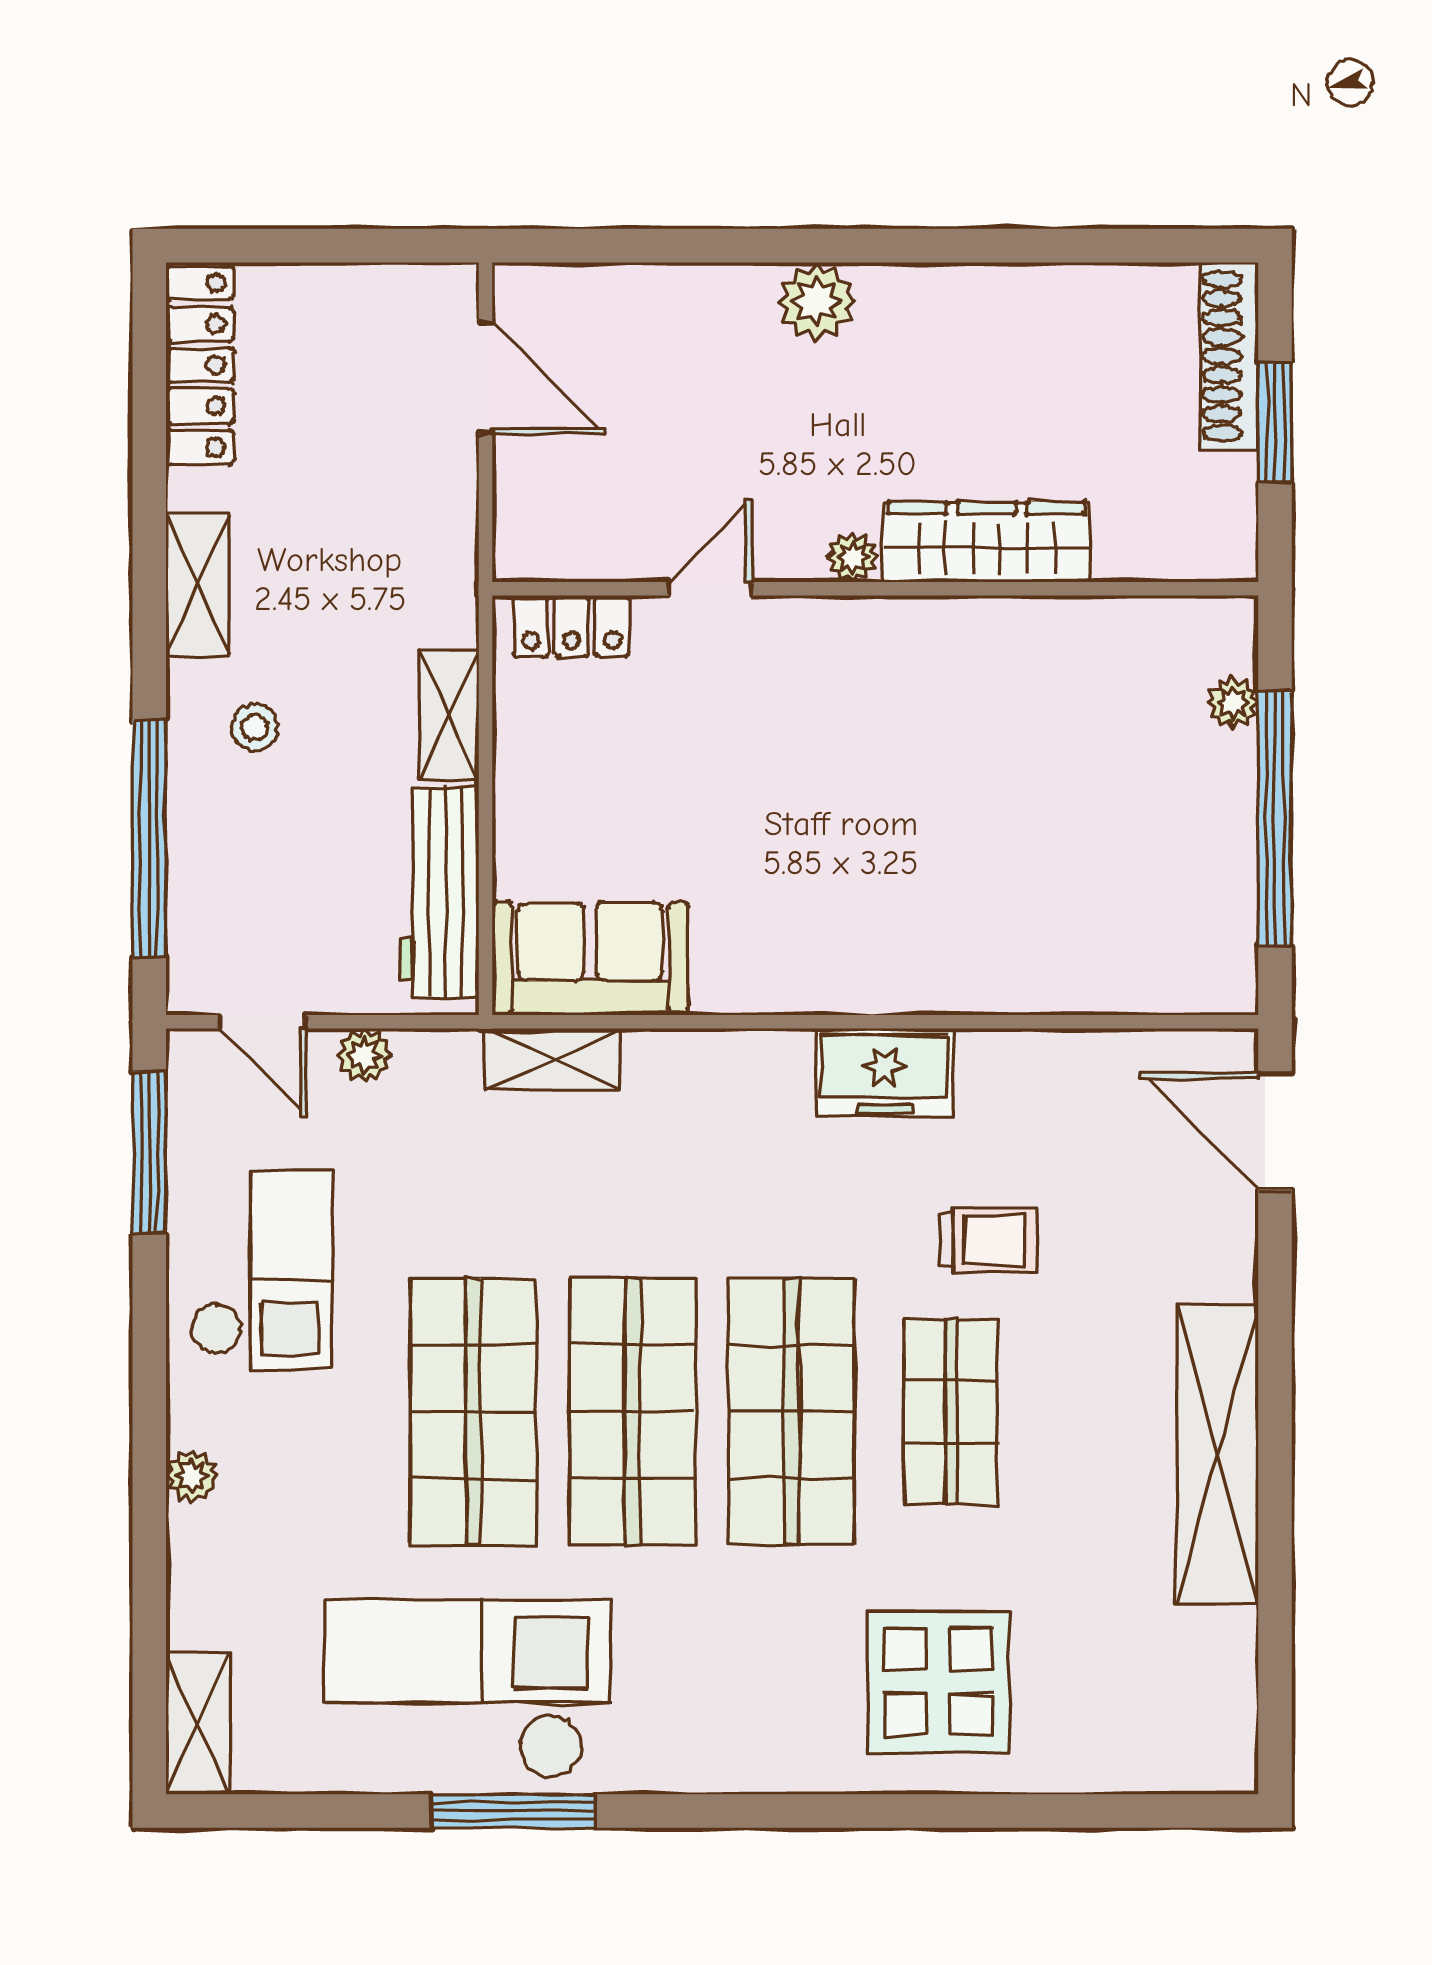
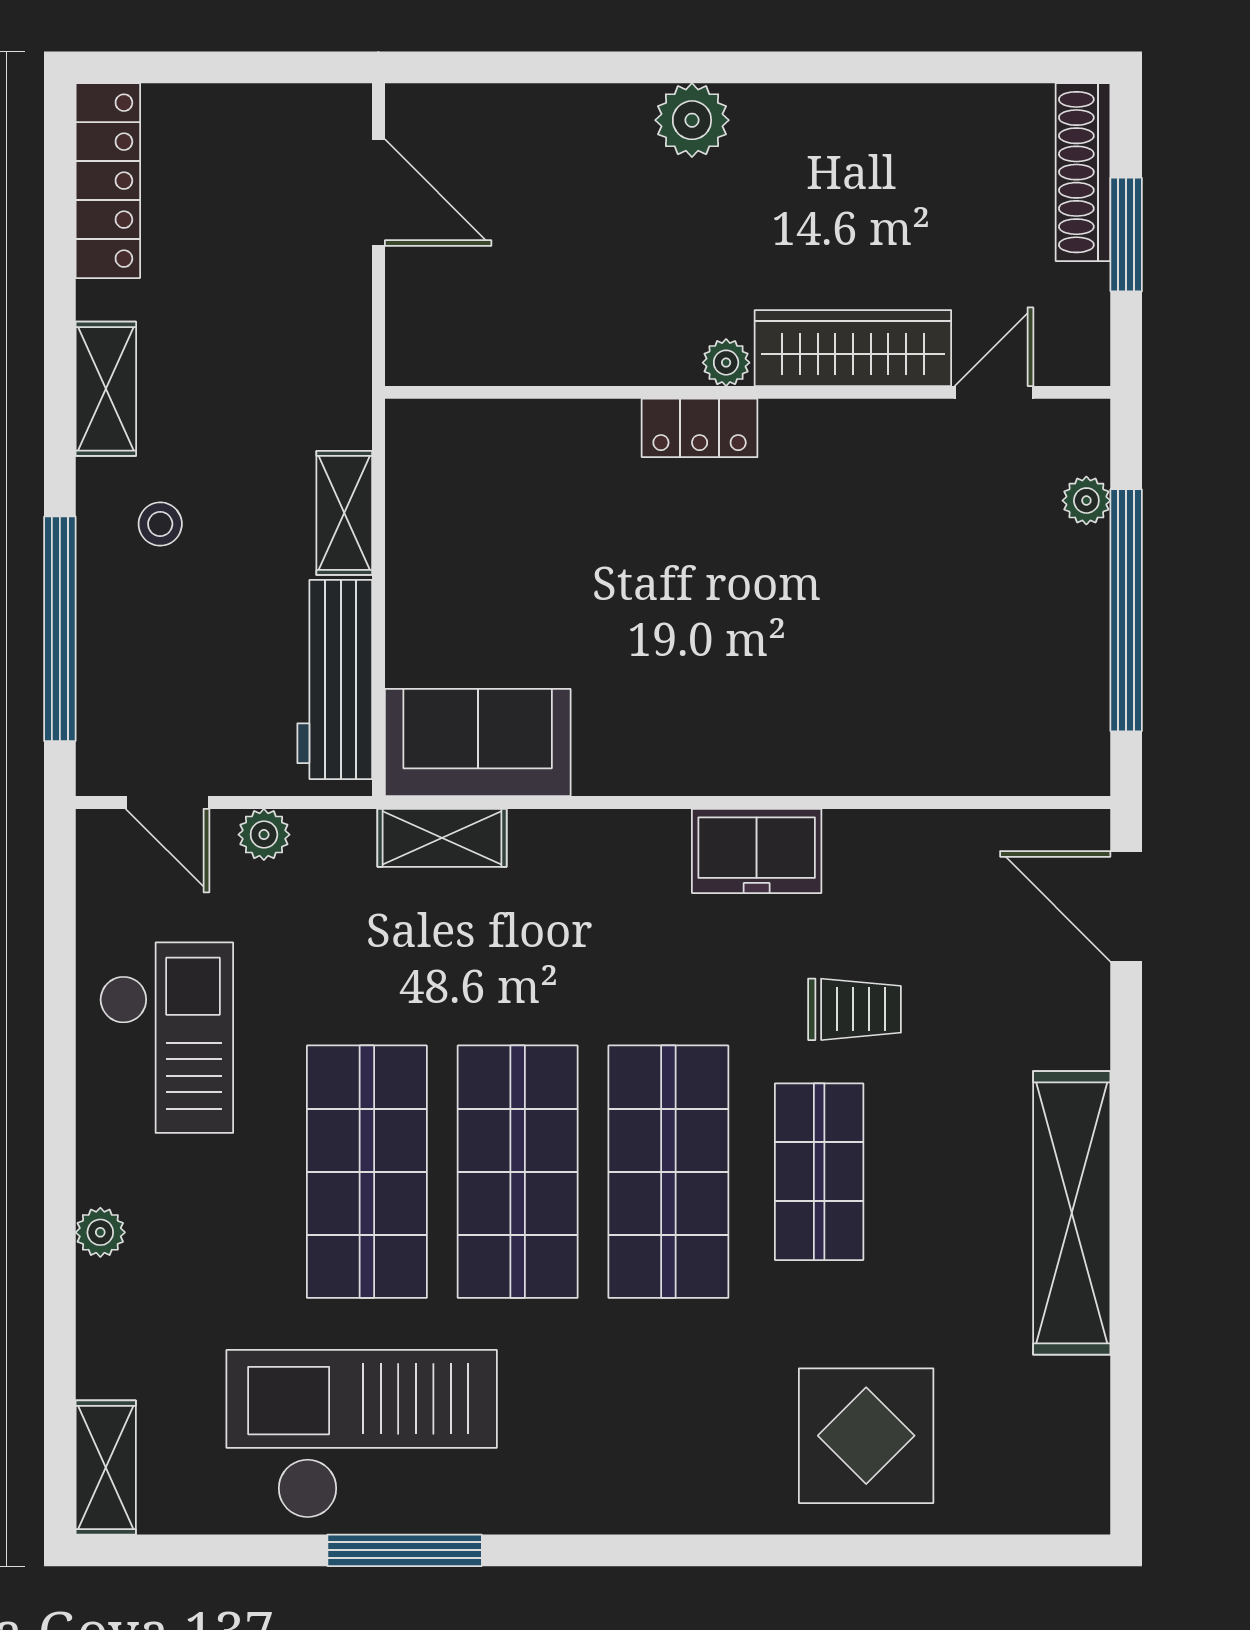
door: (710, 589) -> (994, 392), moved
locker: (571, 626) -> (700, 428), moved
window: (149, 1153) -> (60, 927), removed
display table: (938, 1682) -> (866, 1436), moved

